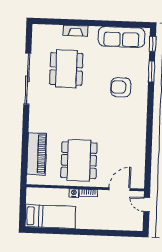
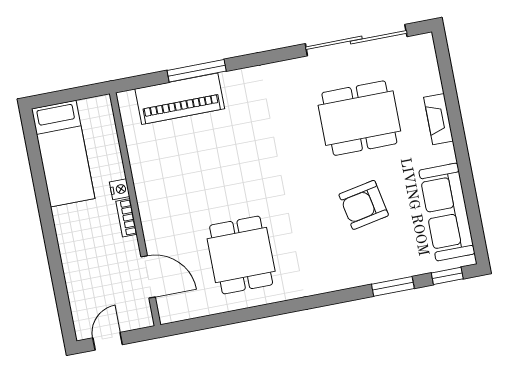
sliding door: (27, 79) -> (356, 40), moved
armchair: (121, 87) -> (364, 205), moved, turned -101
window: (25, 143) -> (197, 71), added
dining table: (79, 160) -> (241, 255), moved, width x0.73
door: (147, 205) -> (108, 341), moved

